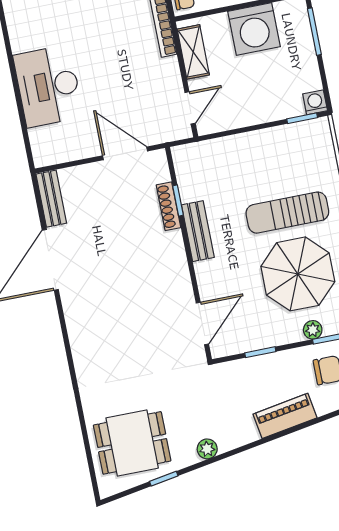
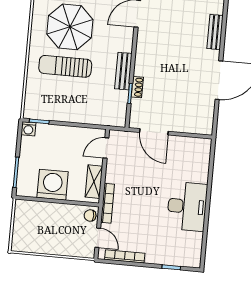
desk: (48, 86) -> (187, 206), moved
bench: (51, 199) -> (215, 32), moved
shoe rack: (168, 206) -> (137, 87), width x0.70
sun lounger: (287, 213) -> (65, 66), turned 180

